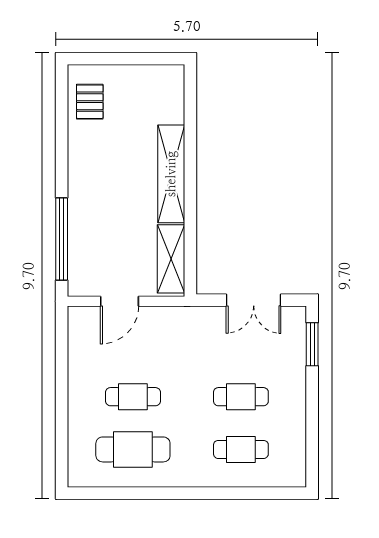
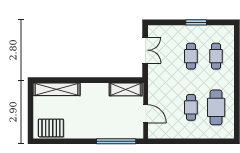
pallet: (90, 102) -> (51, 128), width x1.50, depth x1.42
shelving: (171, 174) -> (57, 89), moved
window: (312, 344) -> (196, 22), moved

